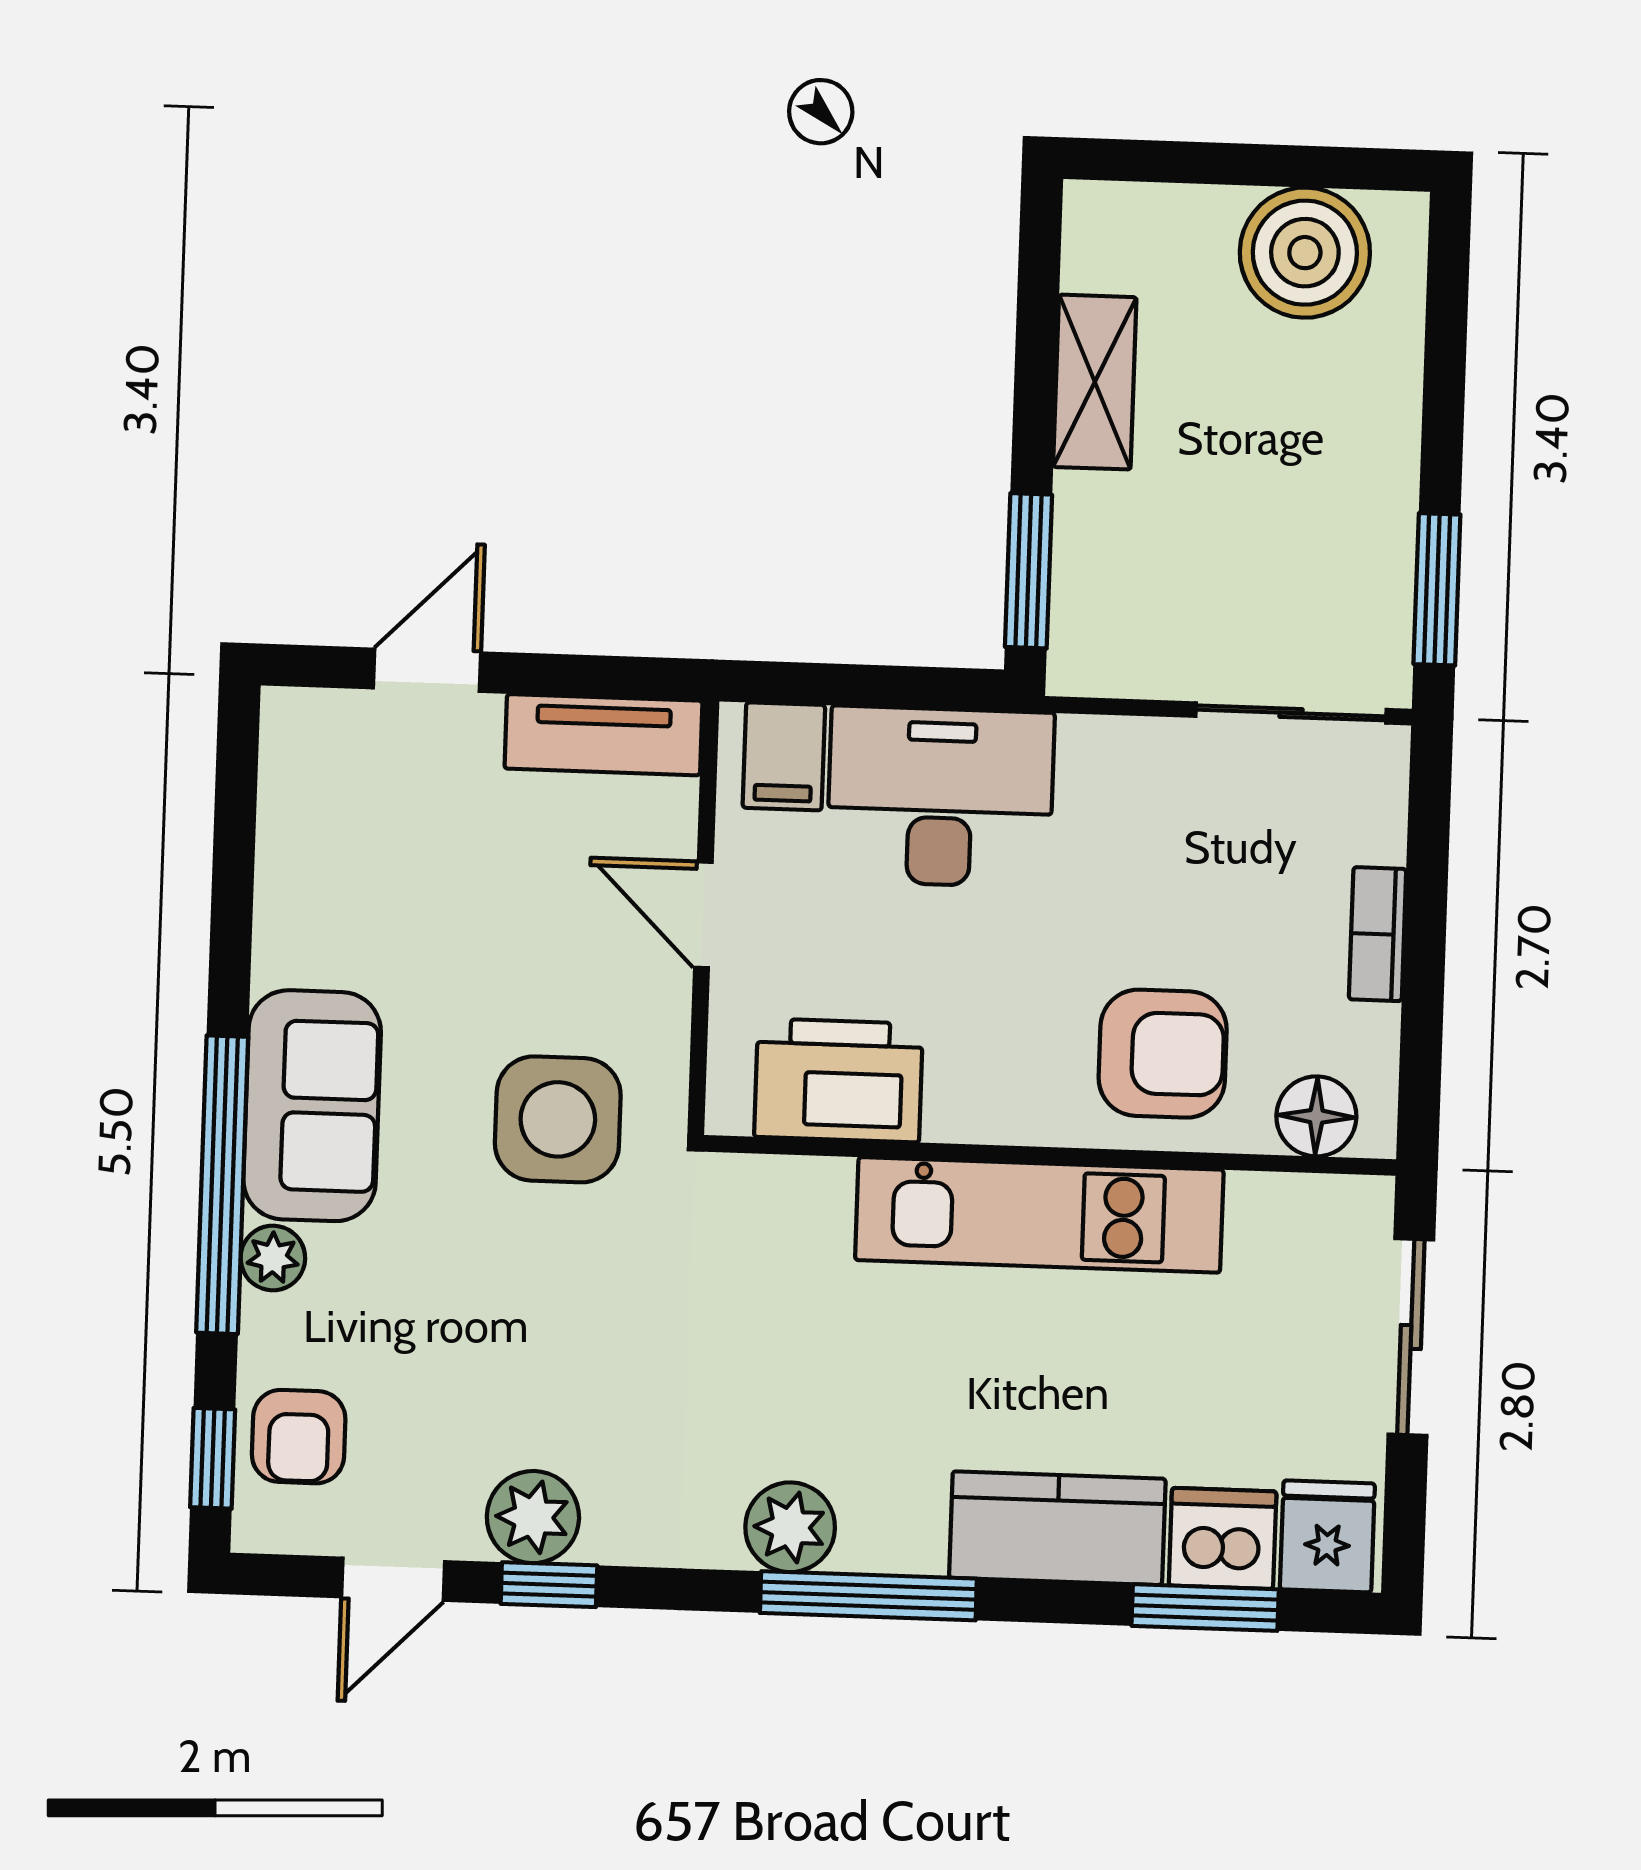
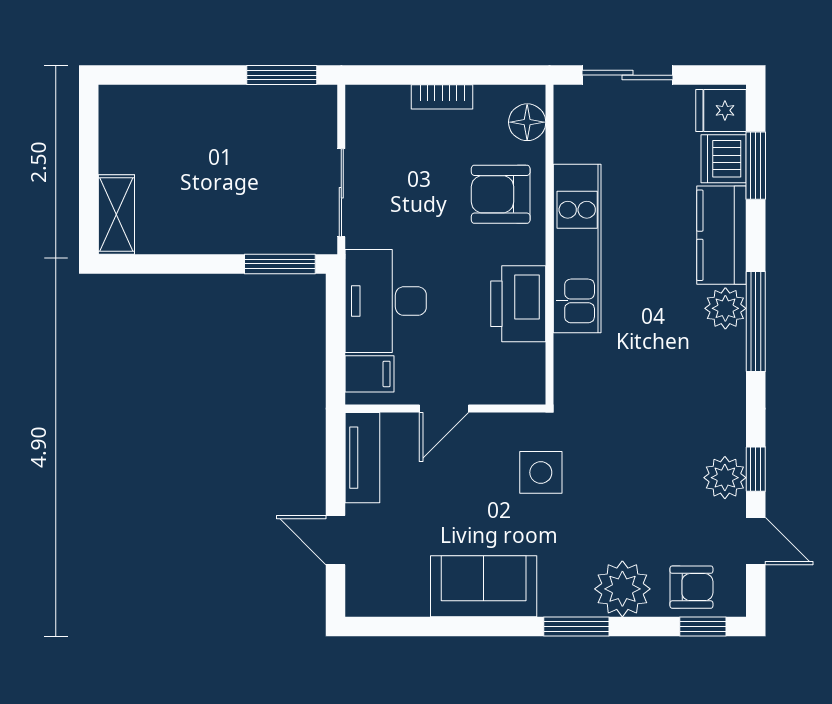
boiler: (1305, 253) -> (128, 141), removed
shelving: (1095, 382) -> (116, 214), moved, turned 90
sliding door: (1291, 713) -> (341, 193), moved
armchair: (1163, 1054) -> (501, 194), turned -90
printer: (839, 1080) -> (518, 304), moved
sofa: (312, 1106) -> (484, 586), moved
side table: (558, 1119) -> (541, 472), width x0.73, depth x0.73
window: (222, 1185) -> (576, 626), width x0.47
plant: (273, 1258) -> (622, 589), width x1.88, depth x1.88
plant: (790, 1527) -> (725, 308), moved

